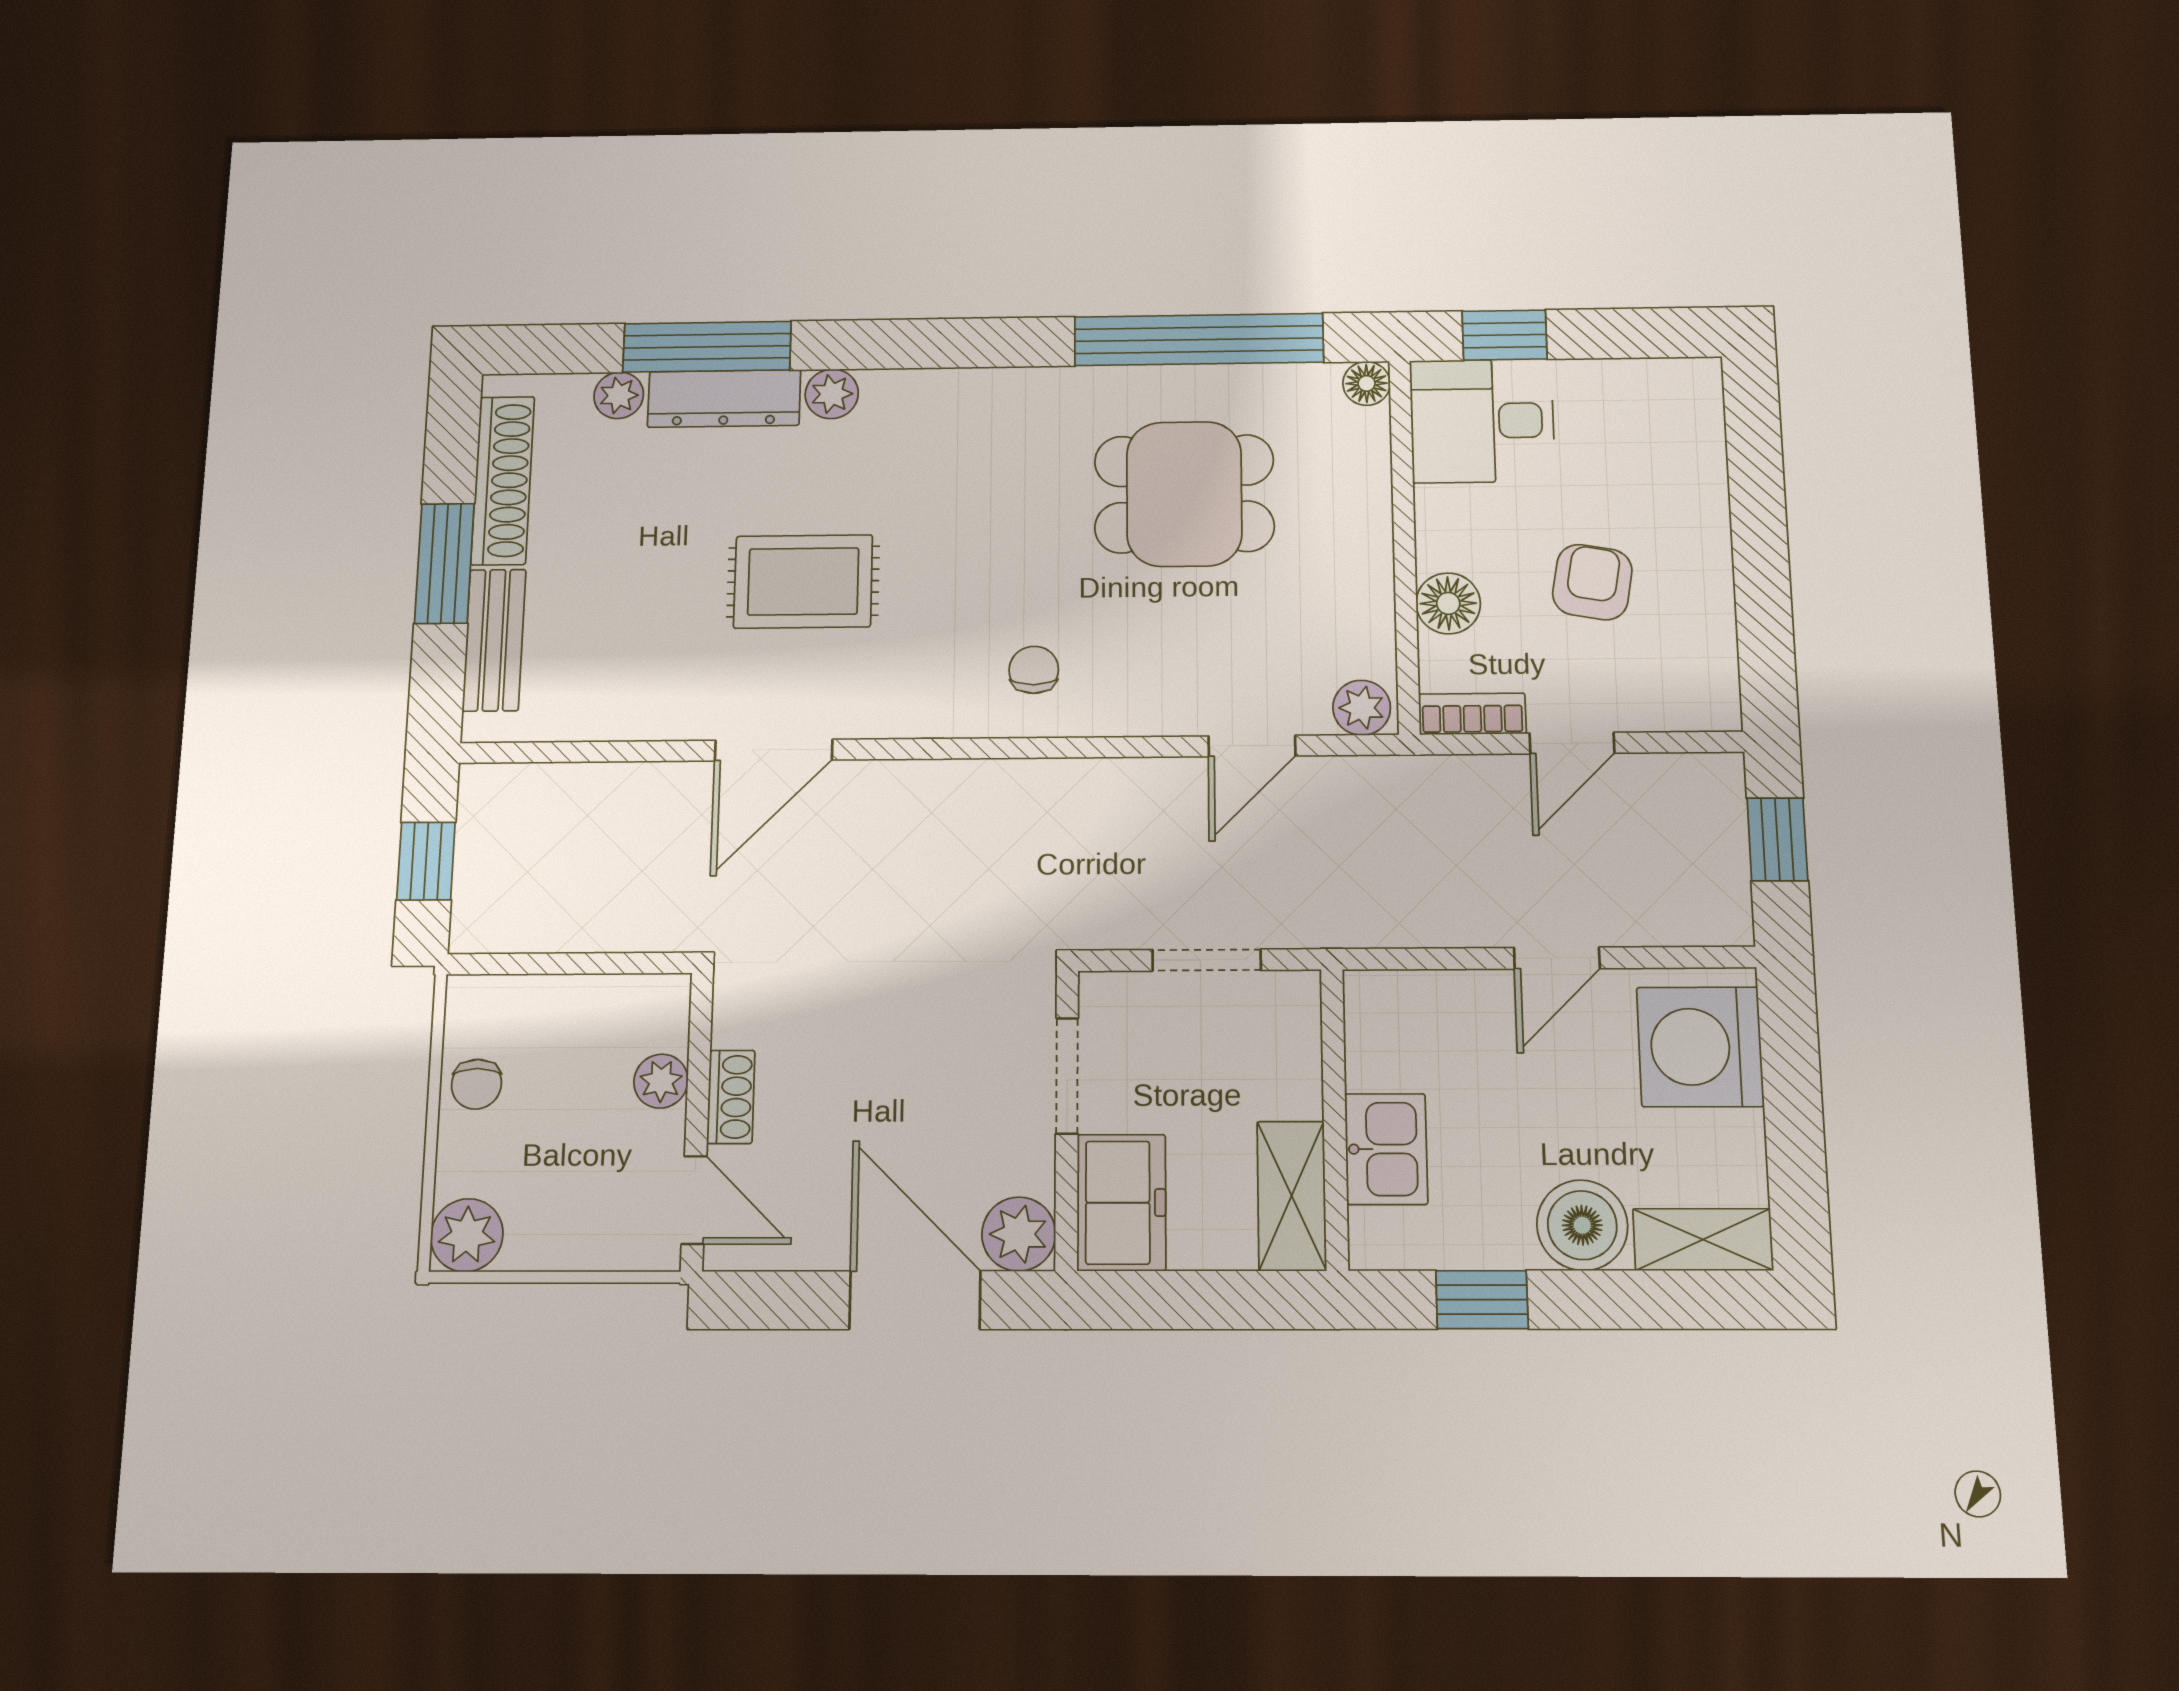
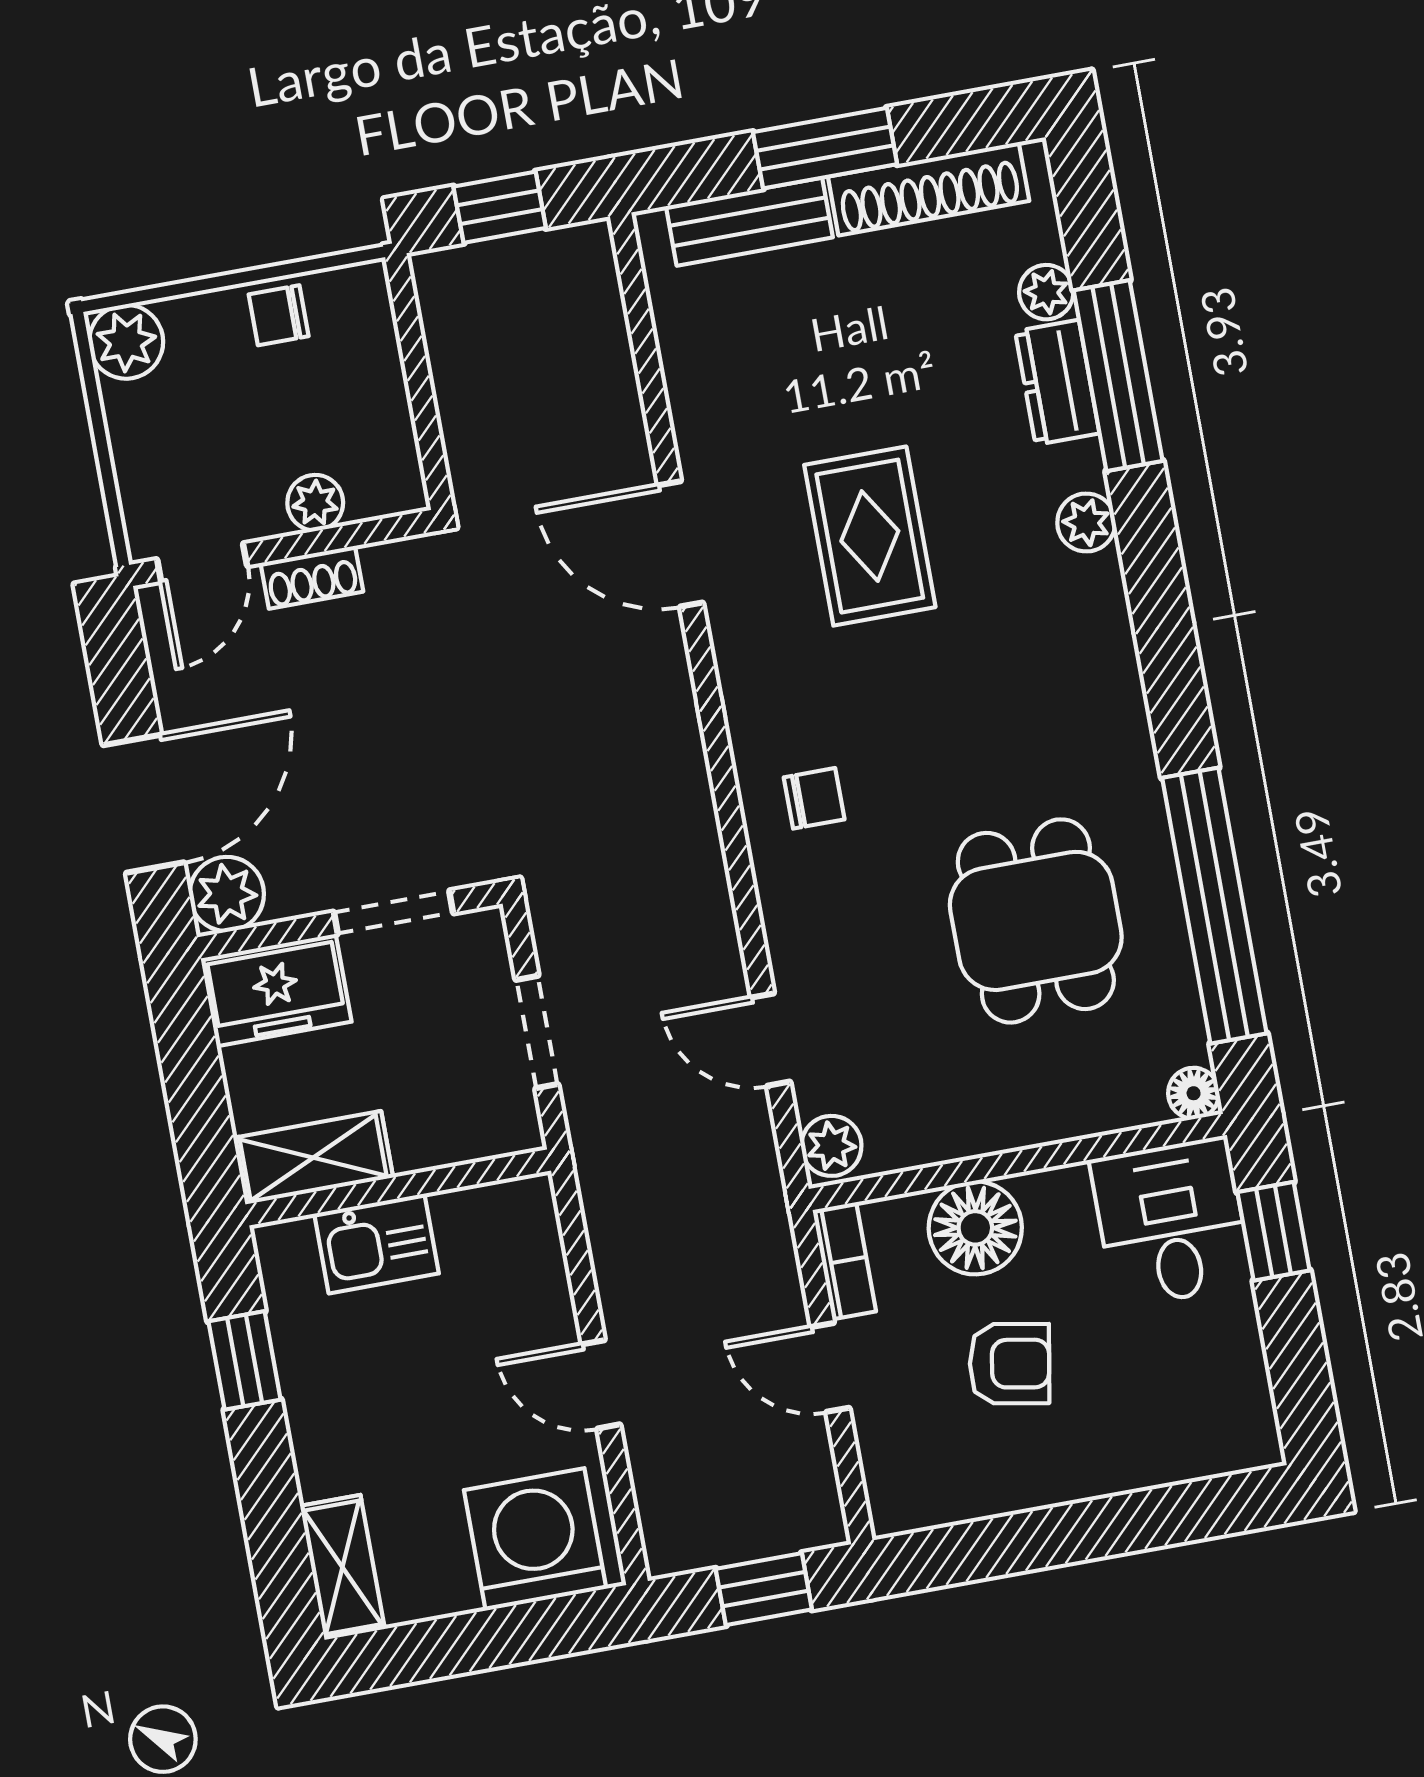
dresser: (724, 398) -> (1057, 382), width x0.70
floor lamp: (1448, 603) -> (975, 1228), width x1.38, depth x1.38
boiler: (1582, 1225) -> (335, 1448), removed

